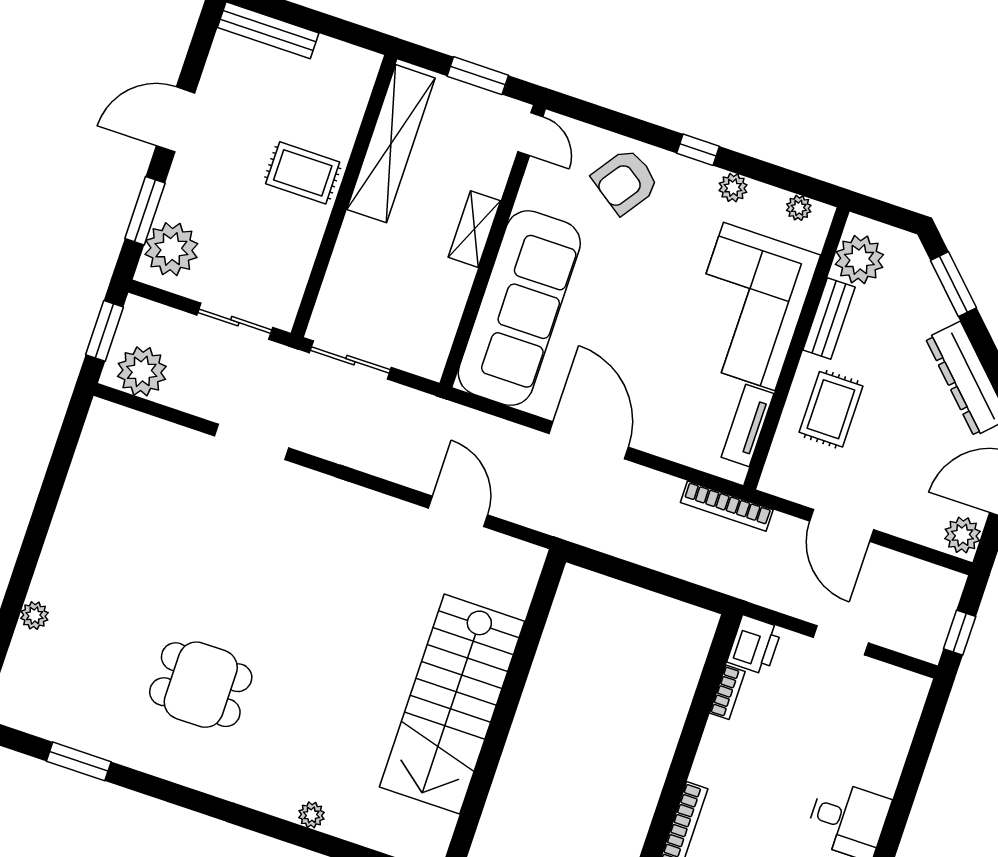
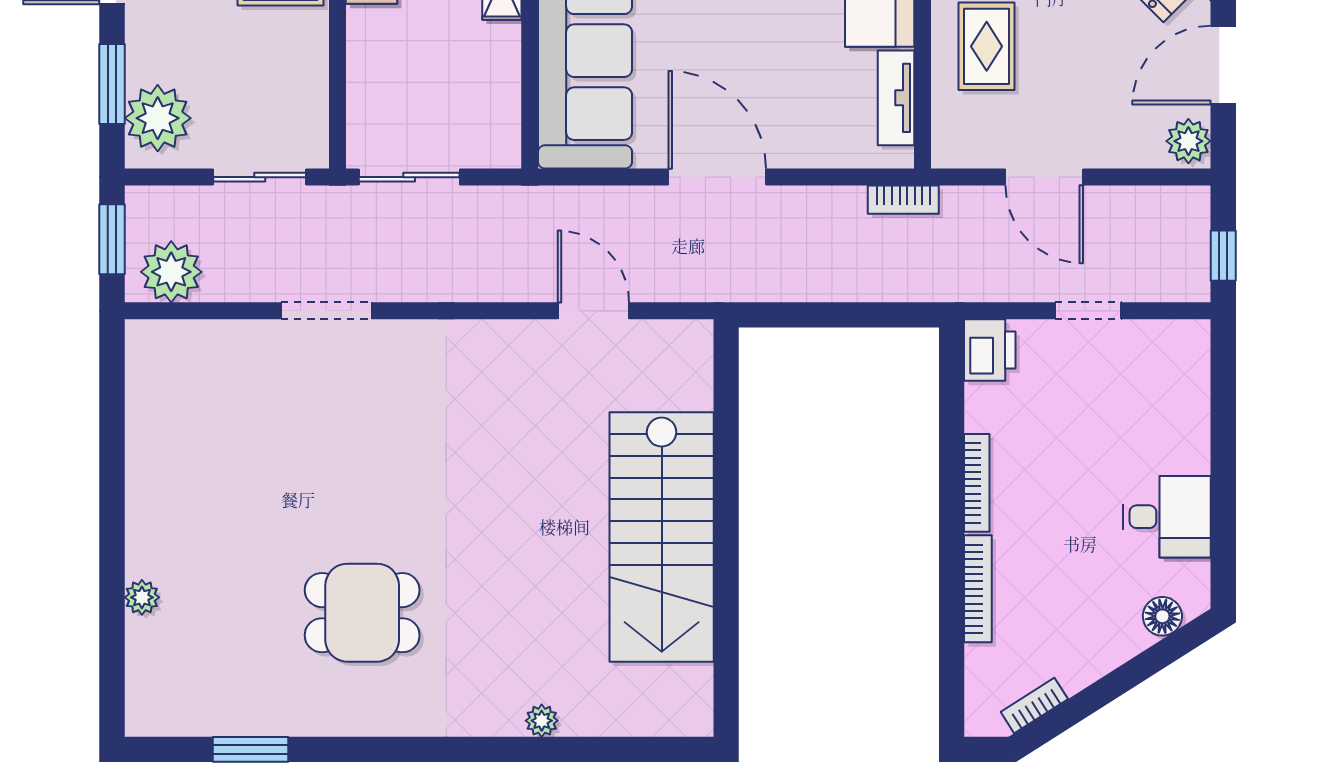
bookcase: (727, 506) -> (903, 200), width x0.64
bookcase: (727, 692) -> (977, 483), moved, width x1.56

